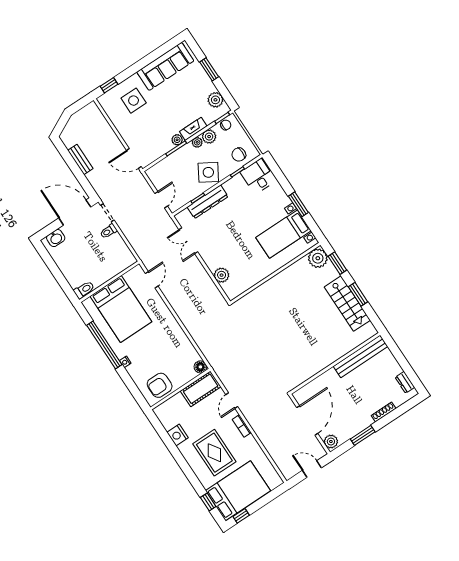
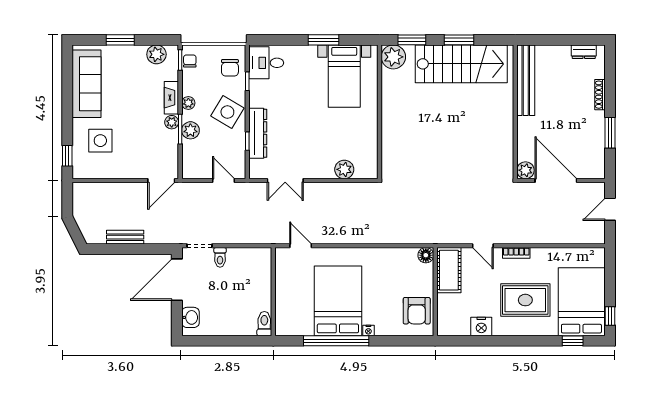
plant: (209, 137) -> (190, 130), moved
stairs: (347, 304) -> (461, 64), width x1.36, depth x1.51
bed: (121, 309) -> (338, 301), moved, turned -90
plant: (331, 442) -> (525, 170), moved

